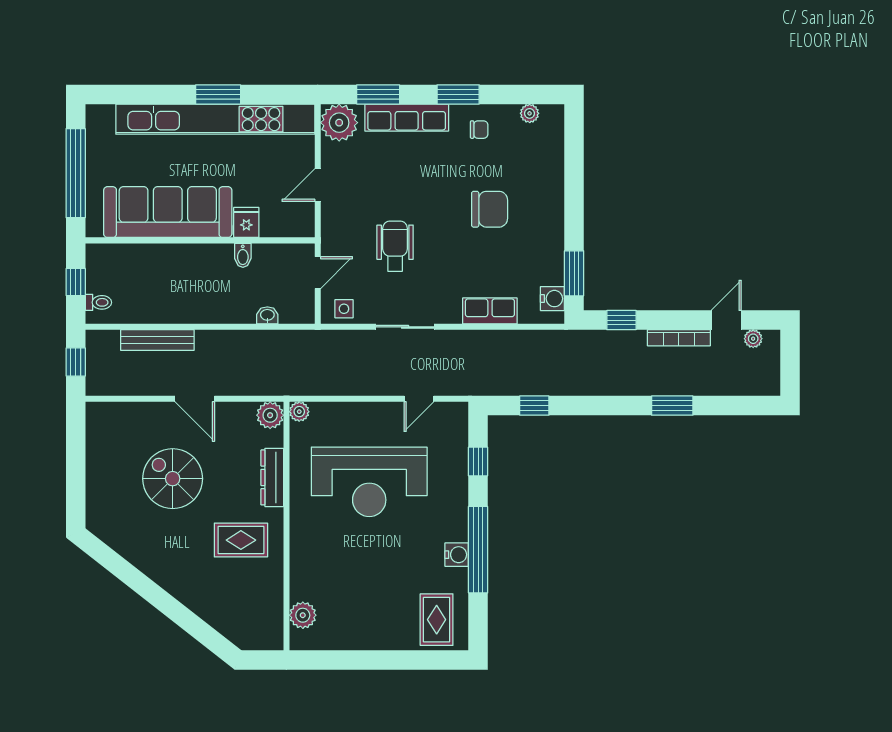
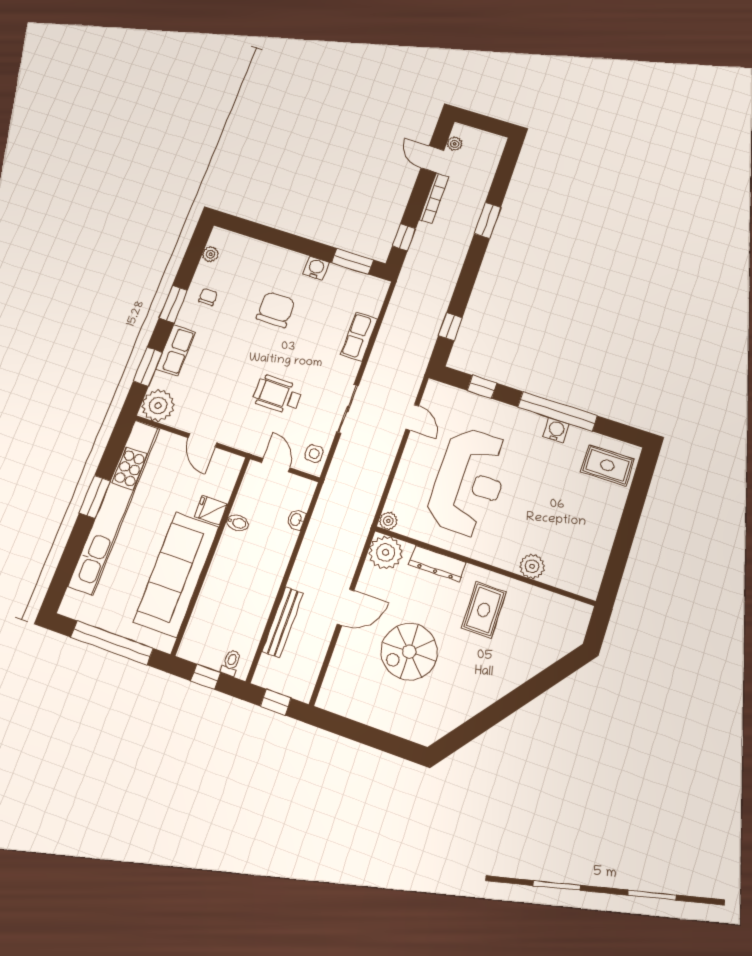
row of seats: (407, 118) -> (176, 350), width x0.68
water cooler: (552, 299) -> (316, 268), moved
plant: (270, 415) -> (386, 552), width x1.36, depth x1.36
plant: (303, 615) -> (532, 566), moved

